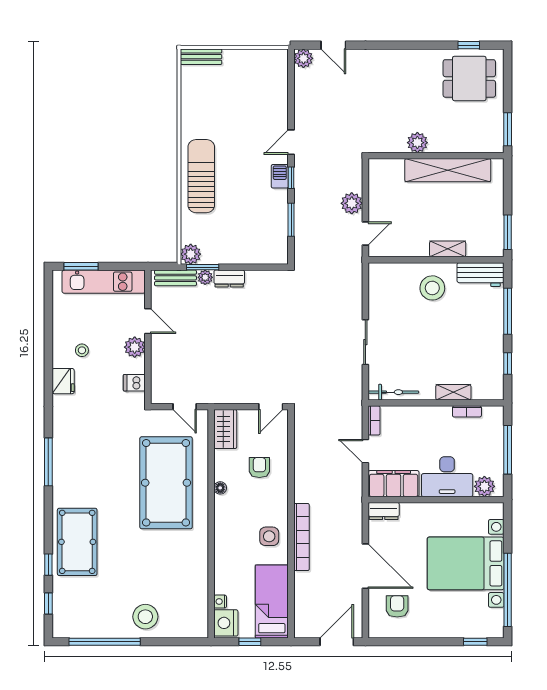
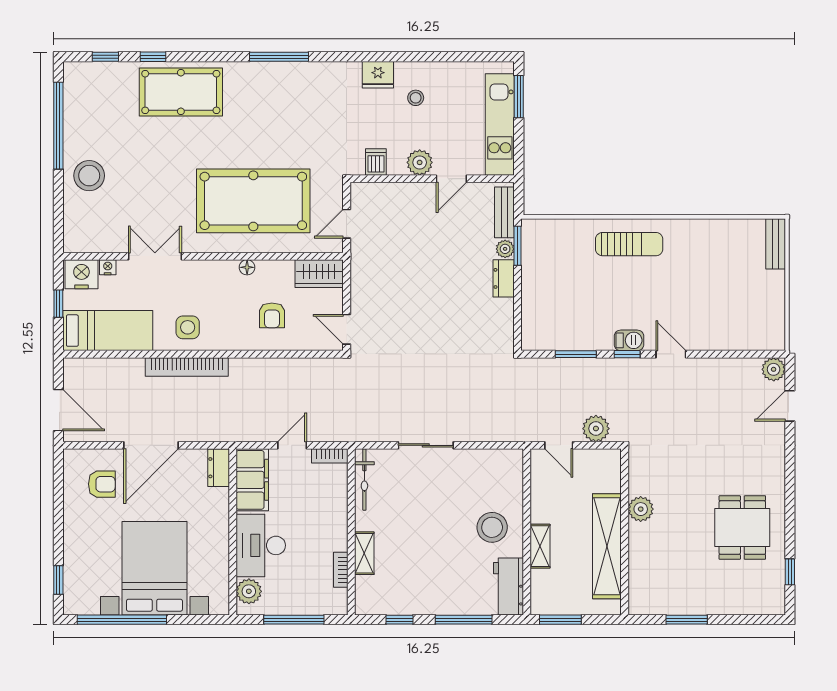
dining table: (469, 78) -> (742, 528), moved
plant: (417, 143) -> (641, 509), moved
wall: (436, 156) -> (625, 532), moved
shelving: (448, 170) -> (607, 546), moved
sun lounger: (201, 176) -> (629, 244), width x0.73, depth x0.75
plant: (191, 254) -> (534, 231), removed
armchair: (259, 468) -> (272, 315), turned 90
double door: (211, 563) -> (155, 256), added

